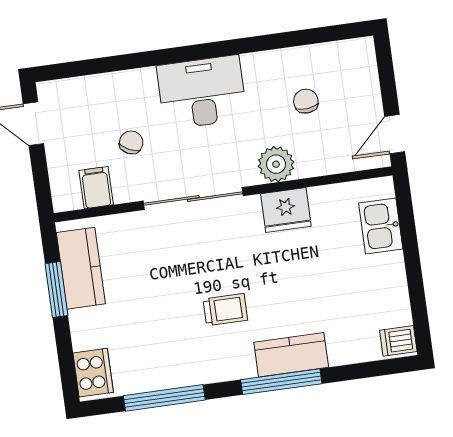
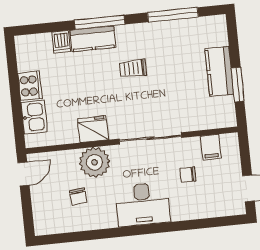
chair: (131, 142) -> (188, 175), turned 64
plant: (276, 164) -> (94, 162), width x1.36, depth x1.36
kitchen counter: (81, 268) -> (219, 71), moved
dishwasher: (398, 341) -> (61, 42), moved, turned 90
cooker: (93, 373) -> (30, 86), moved, turned 180

